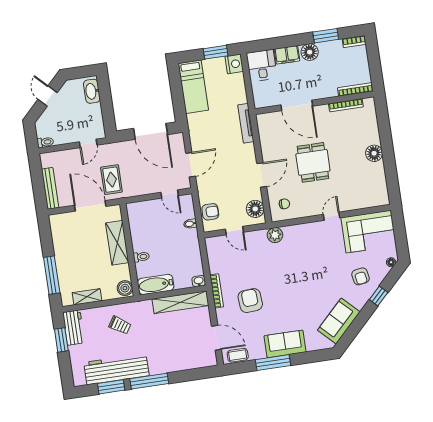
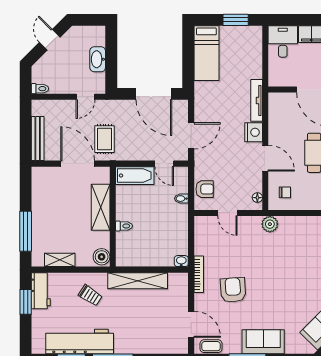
nightstand: (234, 64) -> (254, 132), moved
washbasin: (92, 91) -> (98, 59), moved
door: (262, 175) -> (265, 158), hinge flipped
floor lamp: (255, 209) -> (257, 198), width x0.53, depth x0.53
bathtub: (156, 284) -> (135, 176), moved, turned 180
shelving: (180, 302) -> (138, 281), moved

